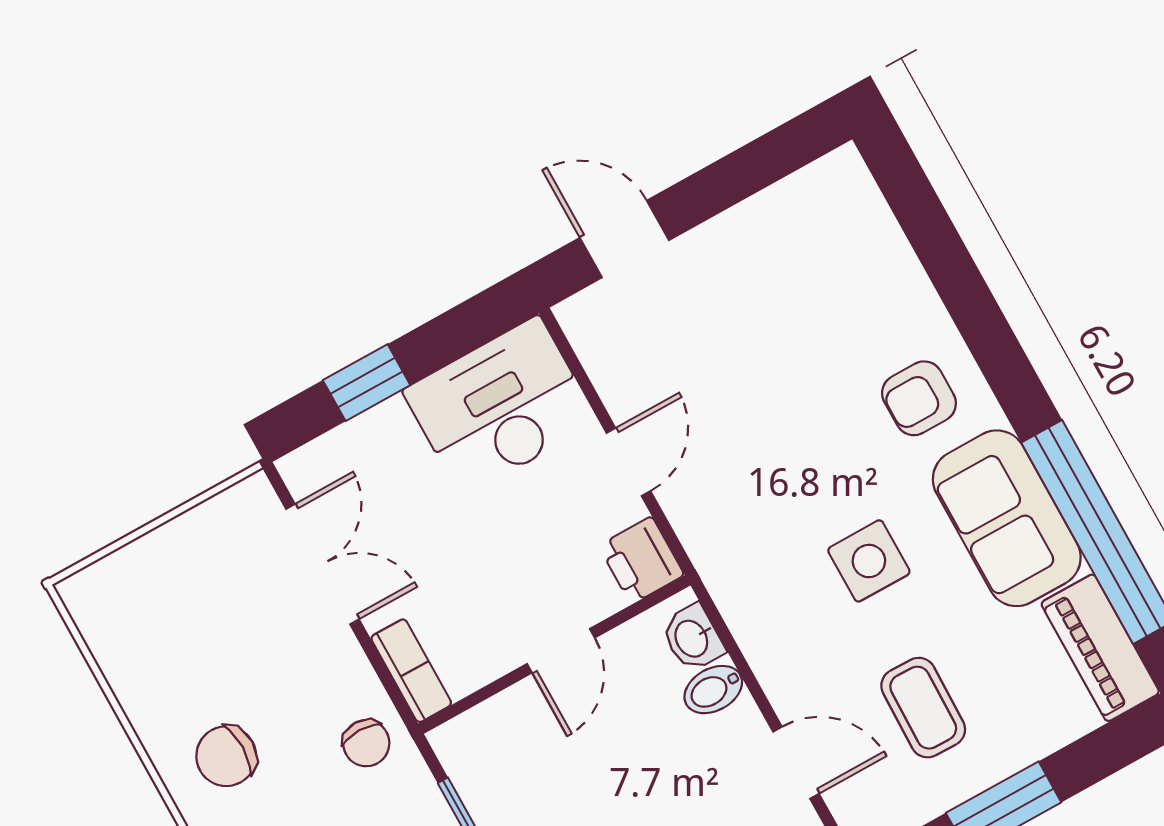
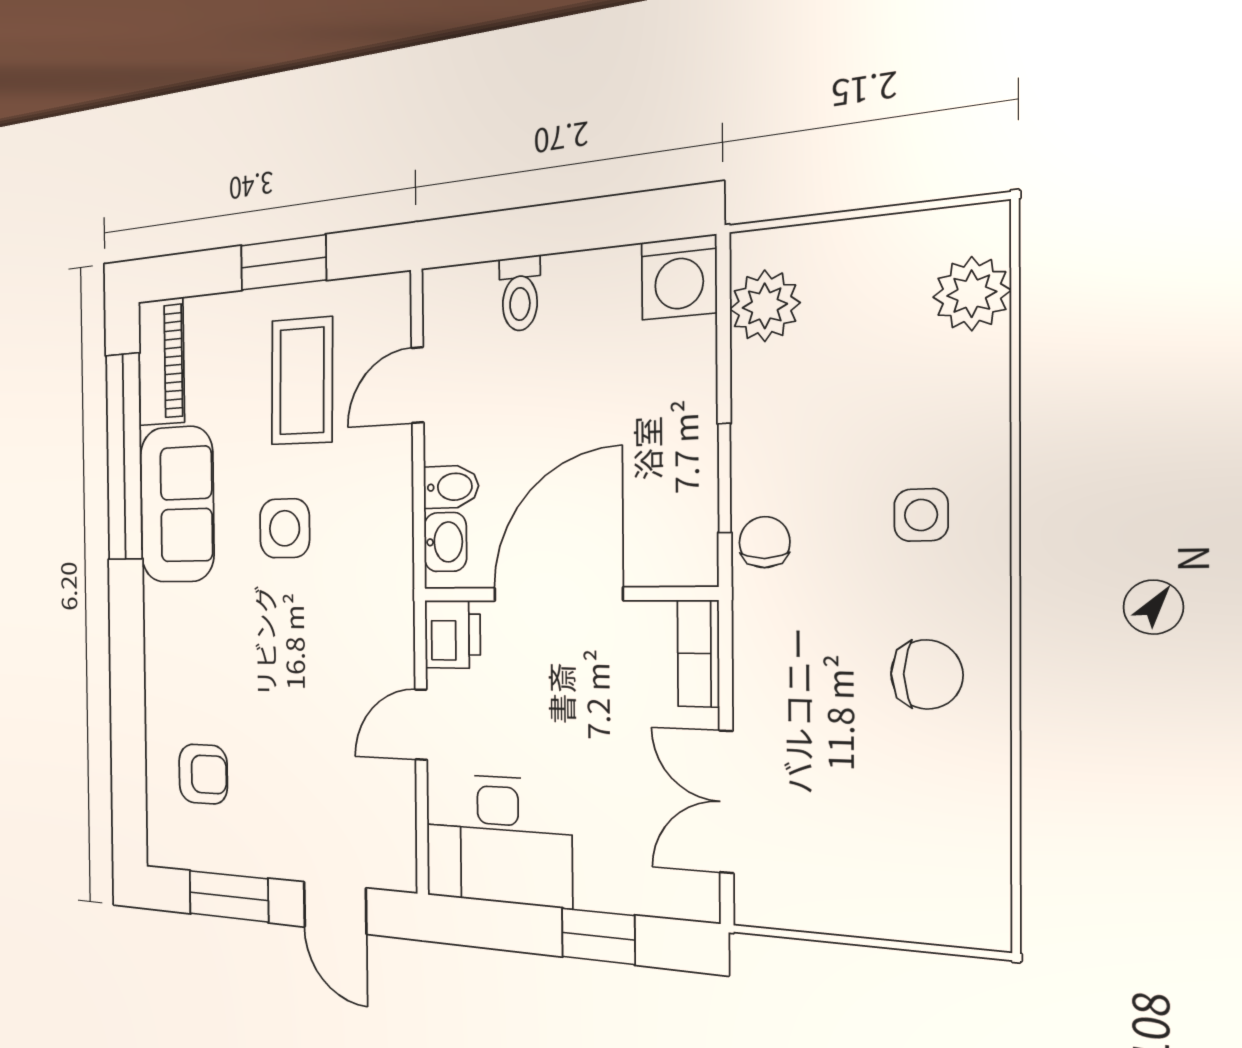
window: (743, 173) -> (229, 896), added
armchair: (919, 398) -> (203, 774), moved
door: (561, 651) -> (557, 594), width x1.88
coffee table: (923, 708) -> (302, 381), width x1.36, depth x1.30
chair: (366, 743) -> (765, 542), moved
door: (796, 763) -> (418, 385), hinge flipped

